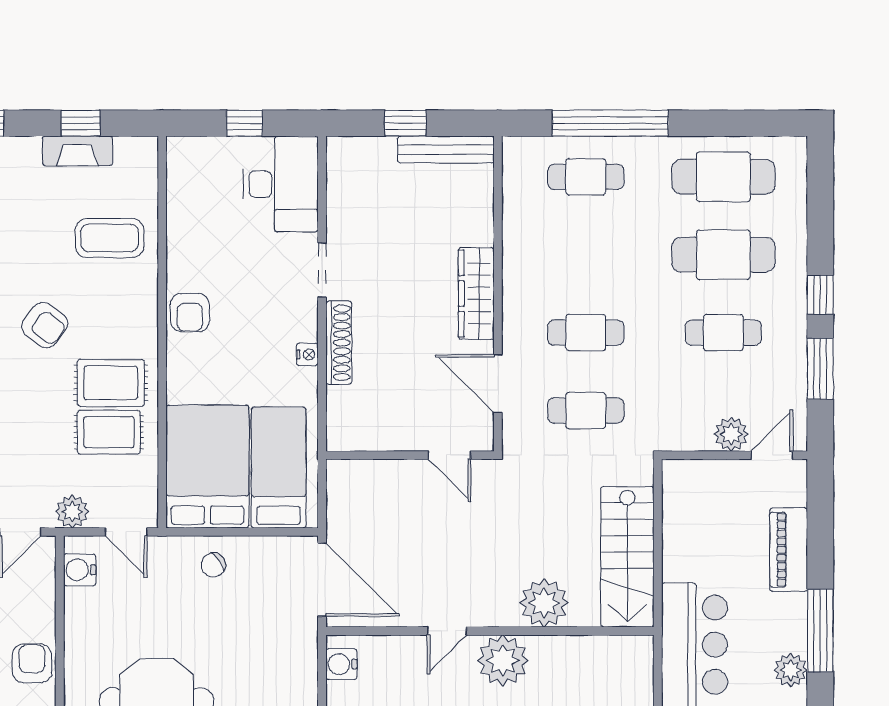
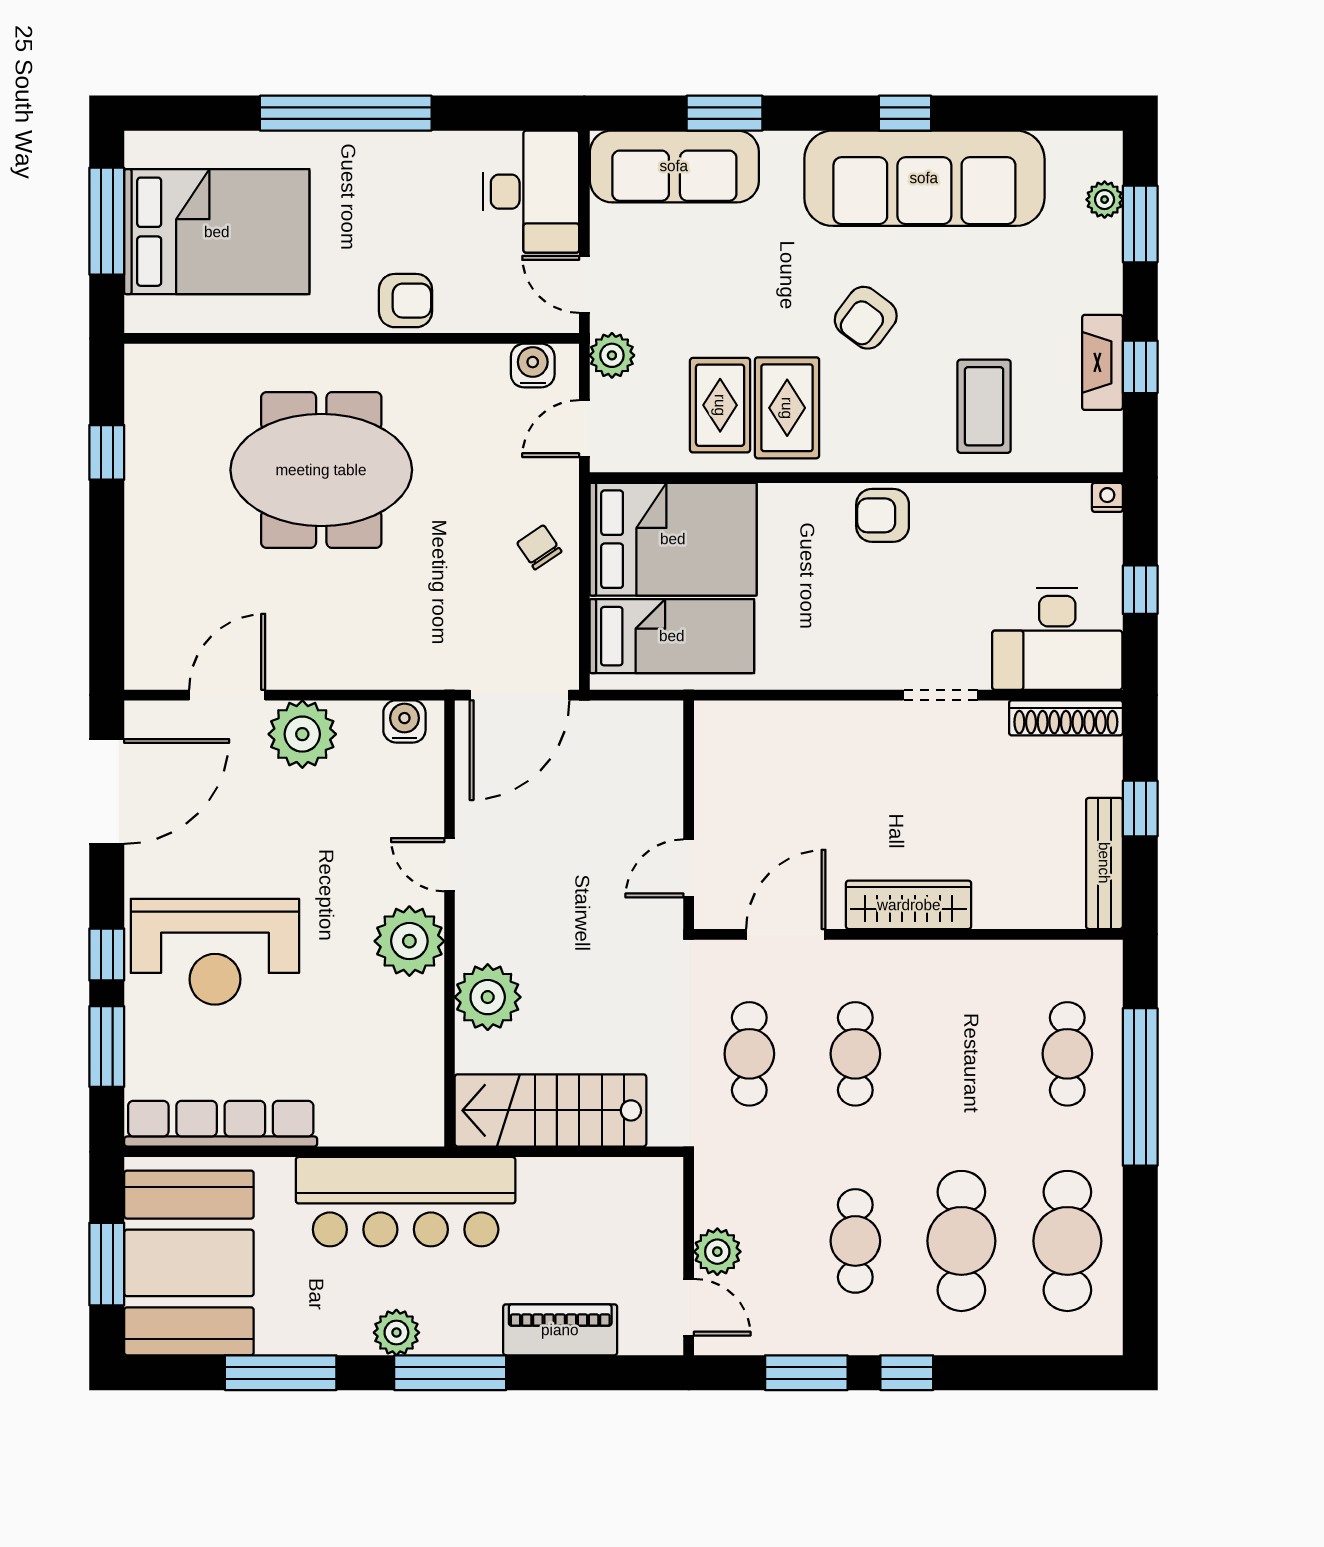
shoe rack: (339, 343) -> (1066, 718), moved
nightstand: (307, 354) -> (1107, 497), moved, turned 180

